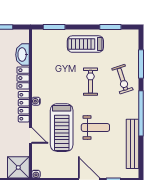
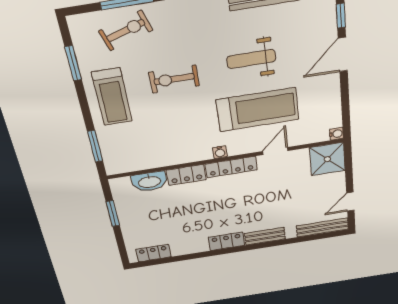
exercise bike: (122, 79) -> (126, 31), moved
weight bench: (95, 127) -> (251, 59), turned -90

